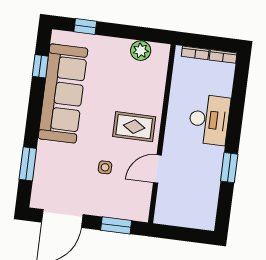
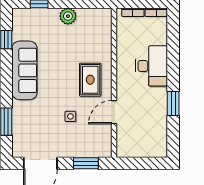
plant: (141, 51) -> (68, 16), moved
sofa: (63, 93) -> (24, 70), width x0.74, depth x0.79
rug: (134, 127) -> (90, 80), turned 90

